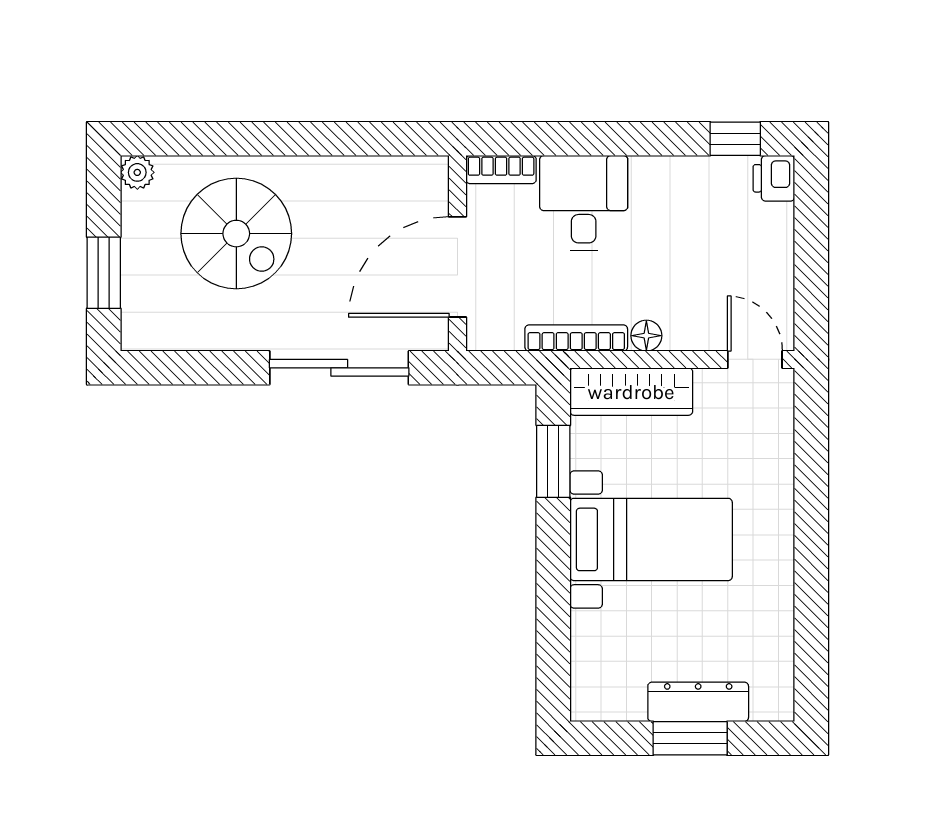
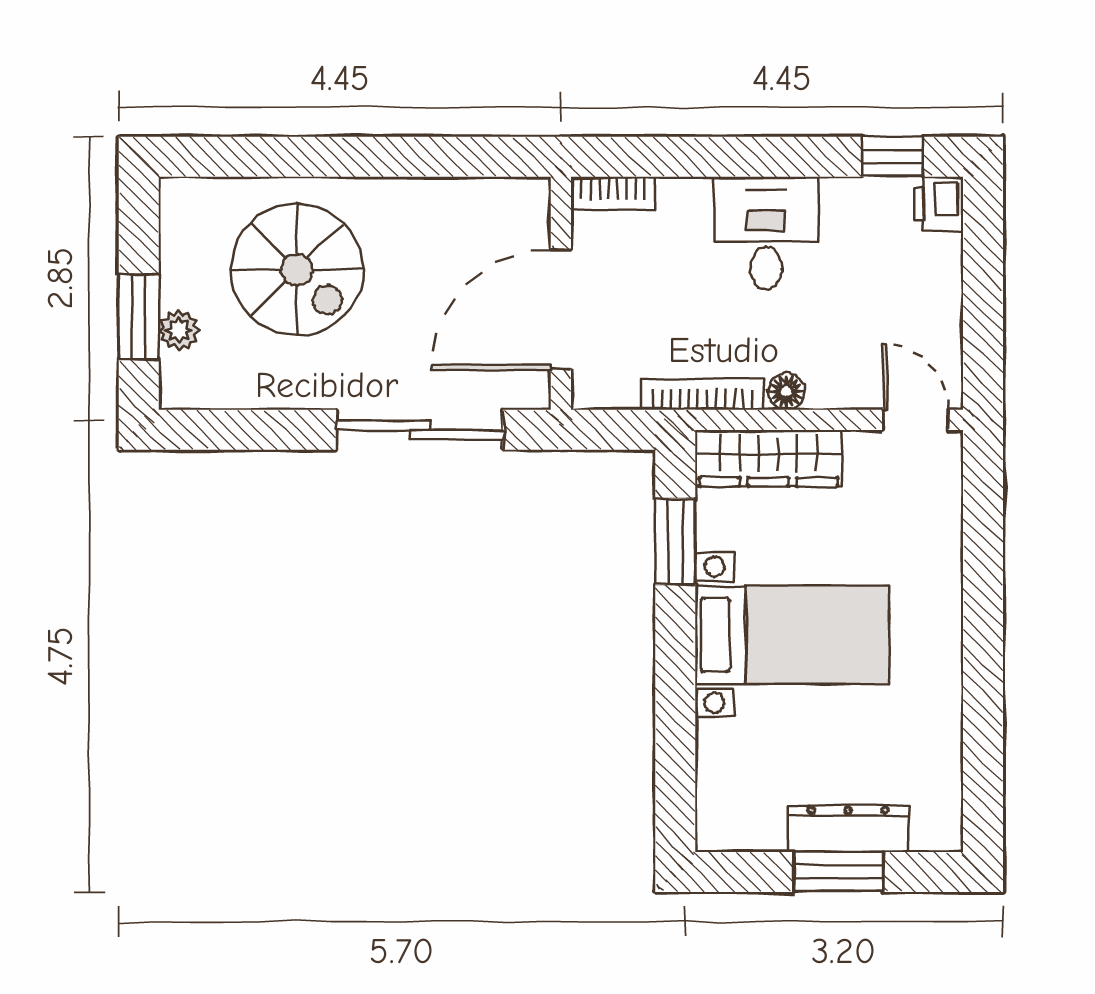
plant: (137, 172) -> (179, 330), moved
desk: (584, 203) -> (766, 233), moved

